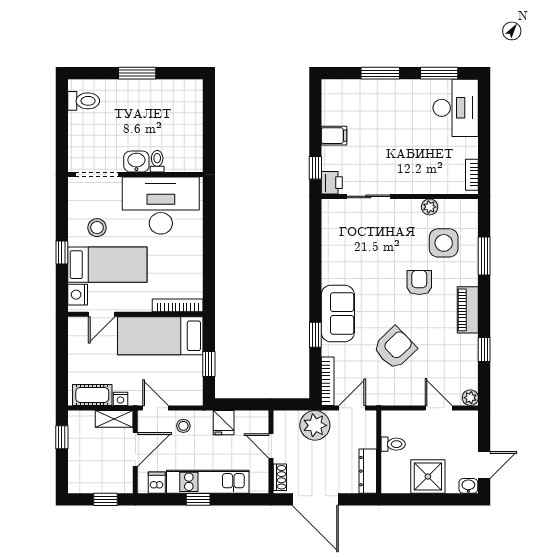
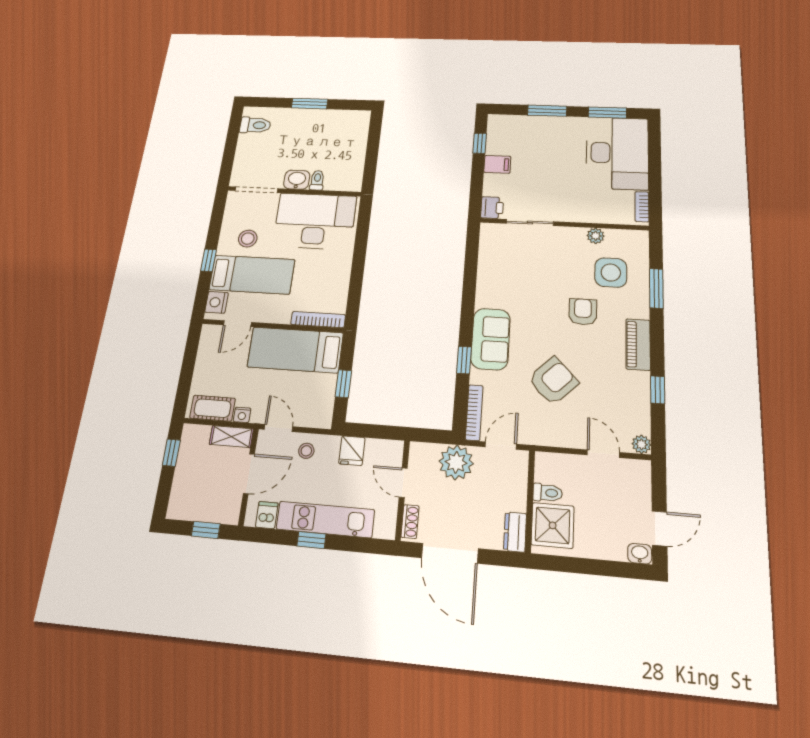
desk: (456, 108) -> (617, 153), width x1.36, depth x1.30
window: (315, 168) -> (480, 143), moved
dresser: (368, 471) -> (515, 532), width x0.70
shower: (428, 476) -> (553, 525), moved

